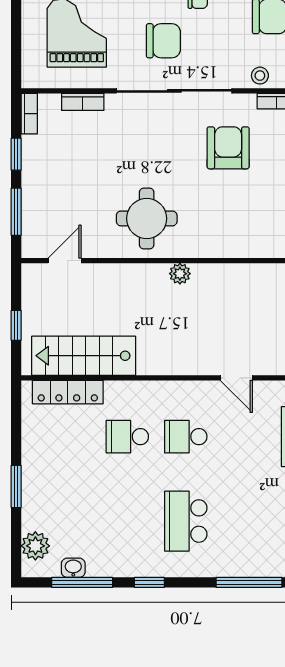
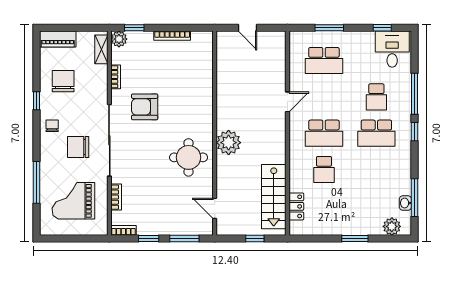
chair: (163, 41) -> (78, 147), turned -90
stool: (260, 76) -> (100, 87), removed
plant: (180, 274) -> (229, 143), width x1.88, depth x1.88
locker: (68, 392) -> (296, 206), width x0.66
school desk: (186, 437) -> (324, 133), width x1.85
school desk: (244, 521) -> (376, 97), added
window: (149, 582) -> (414, 132), moved

